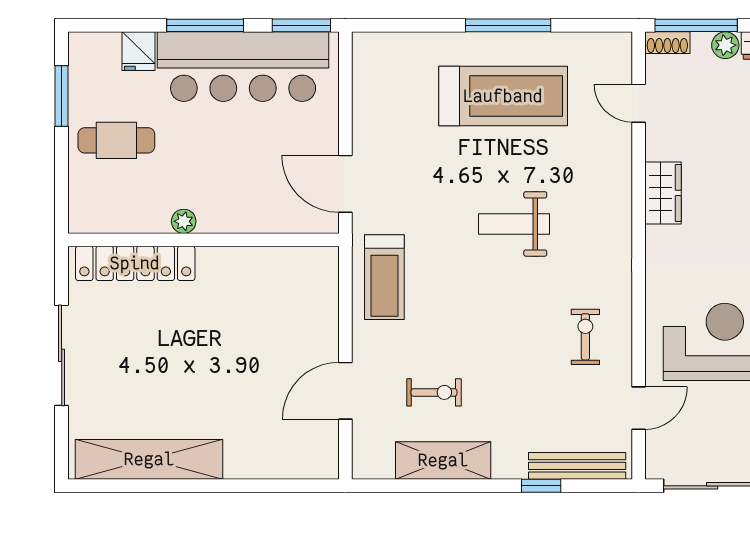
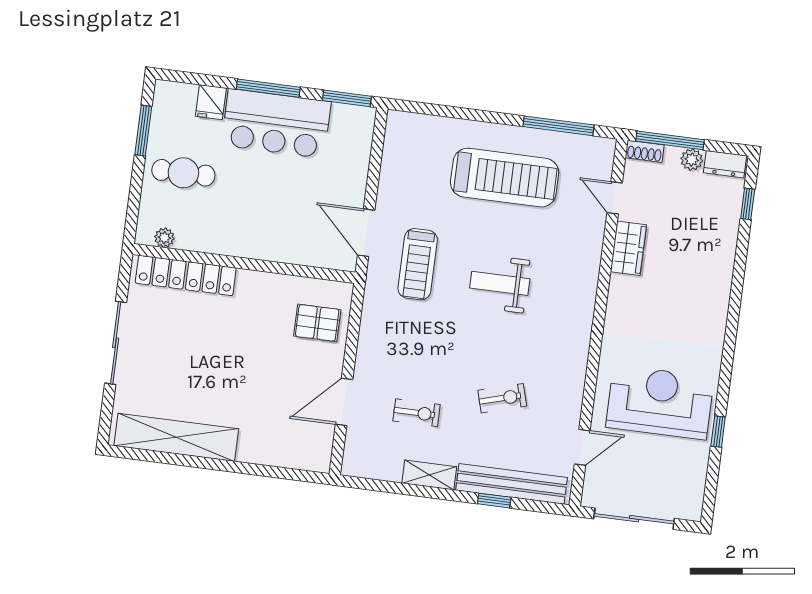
window: (508, 25) -> (558, 126), moved
bar counter: (243, 67) -> (276, 123), width x0.73
wardrobe: (663, 193) -> (628, 248), moved
plant: (184, 221) -> (164, 238), moved
treadmill: (384, 277) -> (418, 264), moved
pallet: (301, 300) -> (317, 323), added
exercise bike: (585, 337) -> (502, 398), moved, turned 74
shelving: (443, 460) -> (429, 475), width x0.67, depth x0.75
bench: (577, 466) -> (512, 484), width x1.37, depth x1.21

